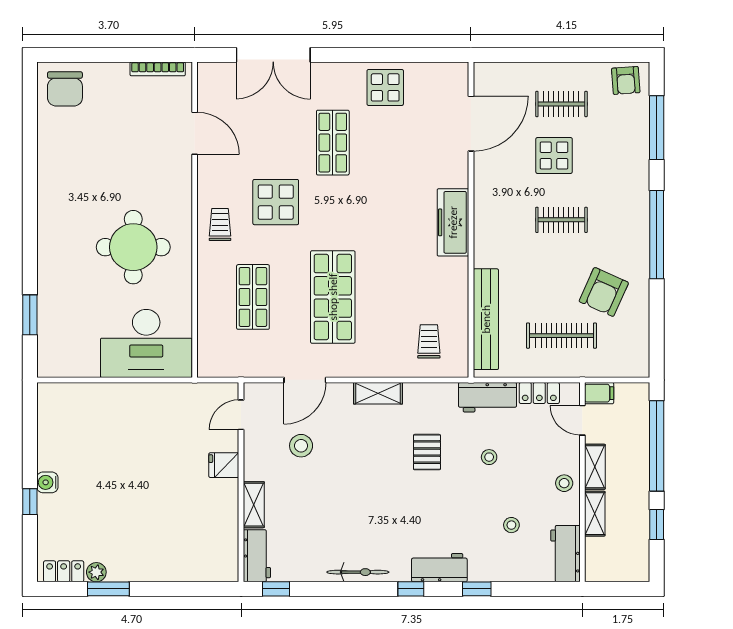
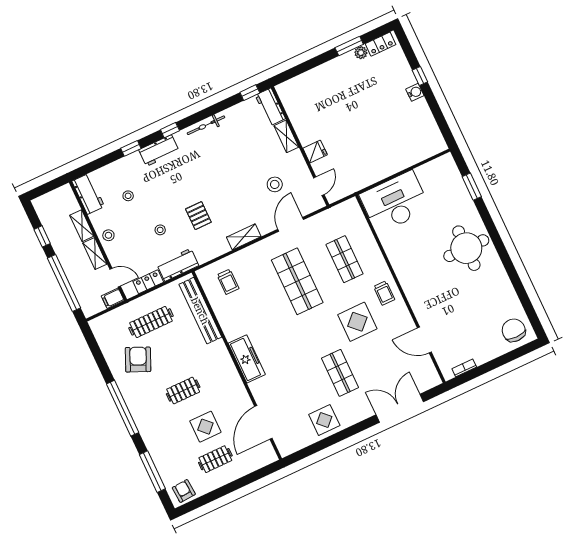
bookcase: (158, 69) -> (464, 368), width x0.64
round table: (133, 247) -> (466, 248), moved

